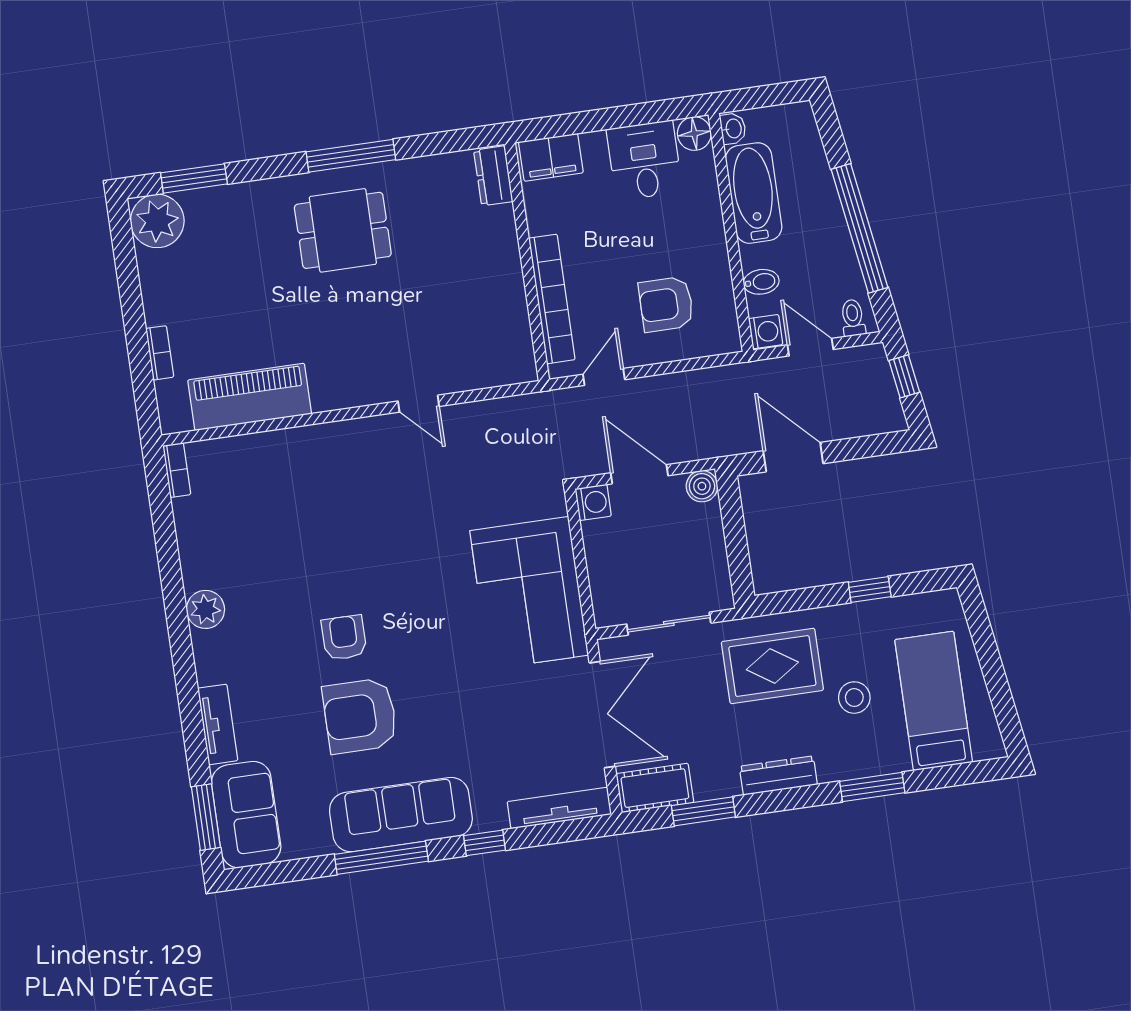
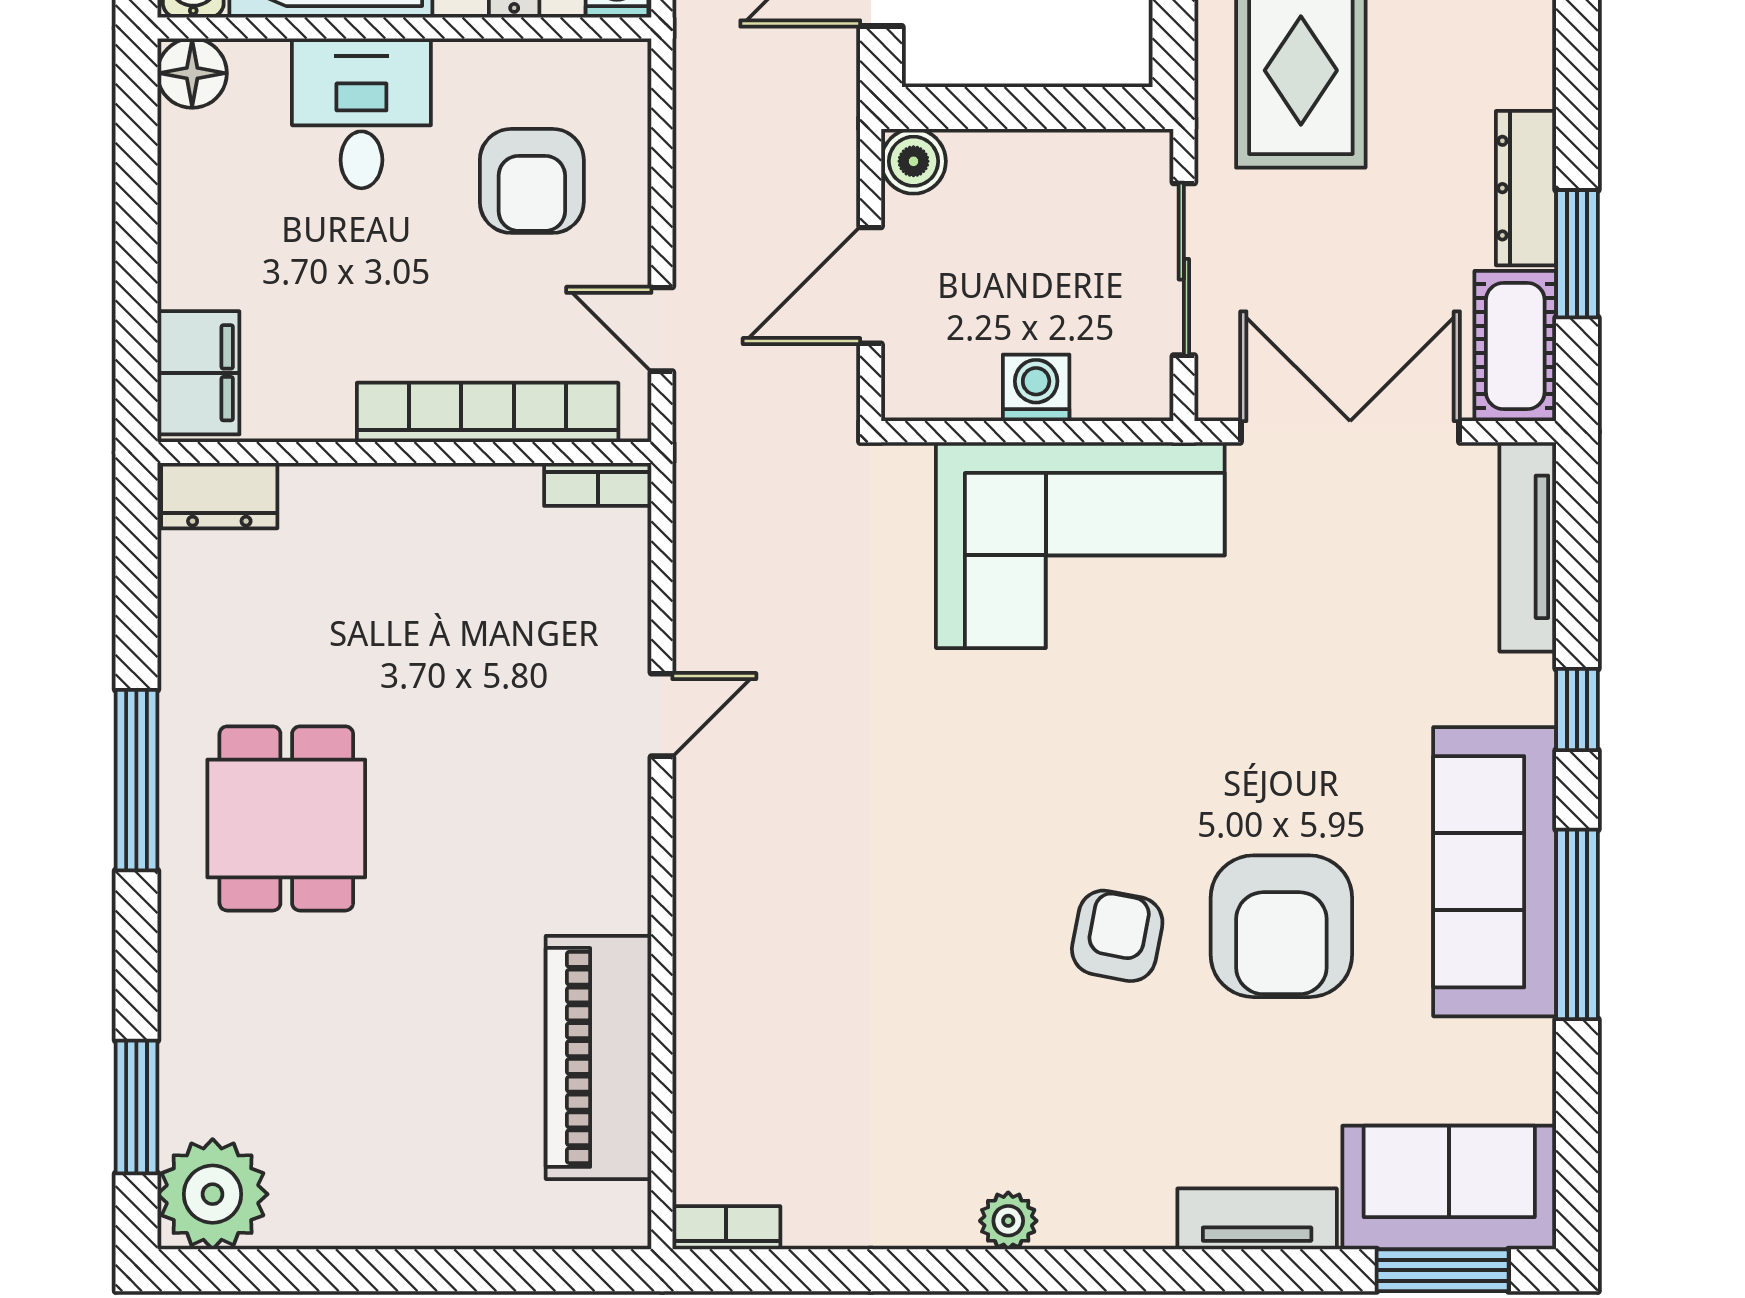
desk: (644, 160) -> (361, 113), moved, turned 90
bookcase: (160, 353) -> (598, 484), moved, turned 180
washing machine: (593, 502) -> (1036, 388), moved
plant: (205, 609) -> (1008, 1221), width x0.73, depth x0.73
armchair: (344, 638) -> (1117, 936), turned 101
dresser: (778, 776) -> (1526, 188), moved

